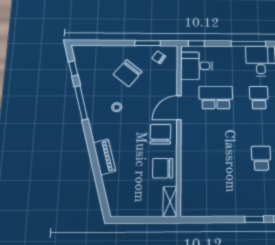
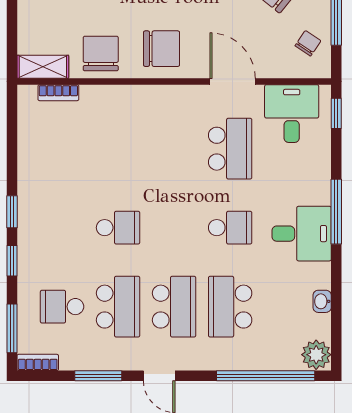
door: (179, 108) -> (233, 81), moved
bookcase: (185, 192) -> (58, 93), added

